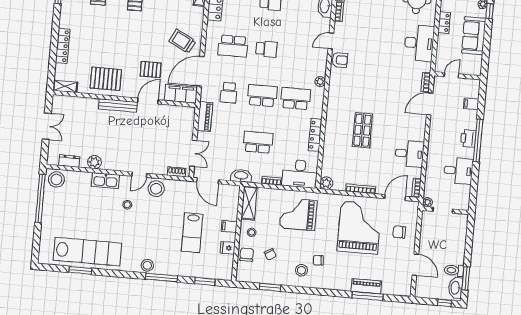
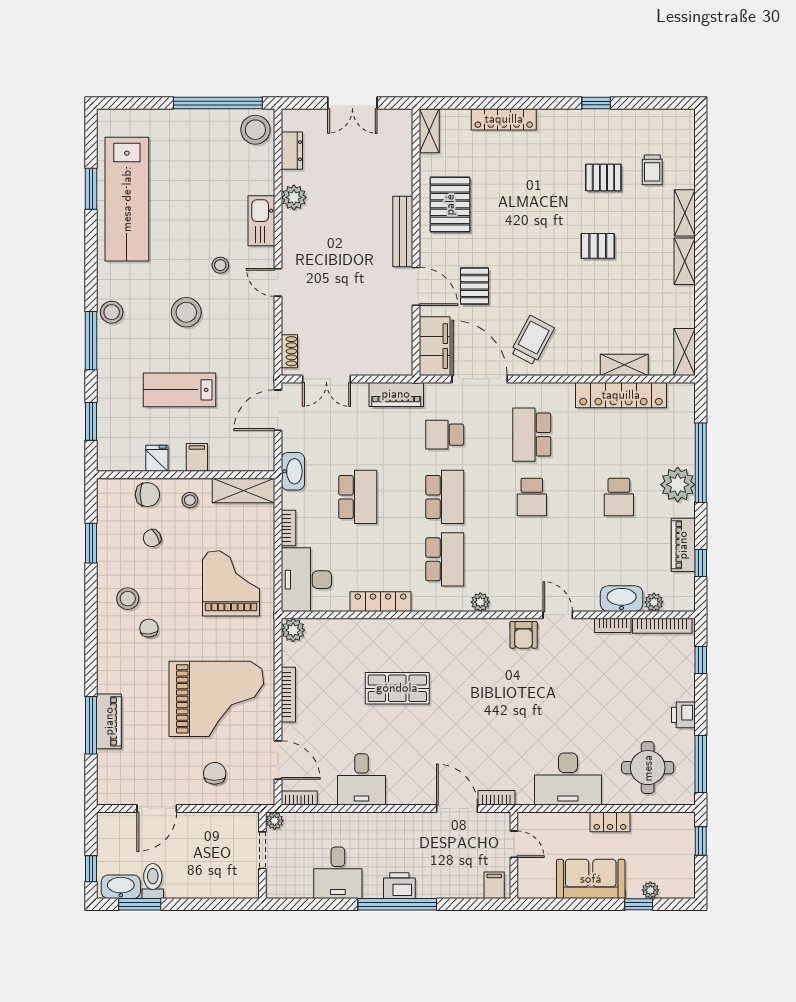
filing cabinet: (471, 104) -> (494, 885), moved
stool: (156, 189) -> (186, 312), moved

